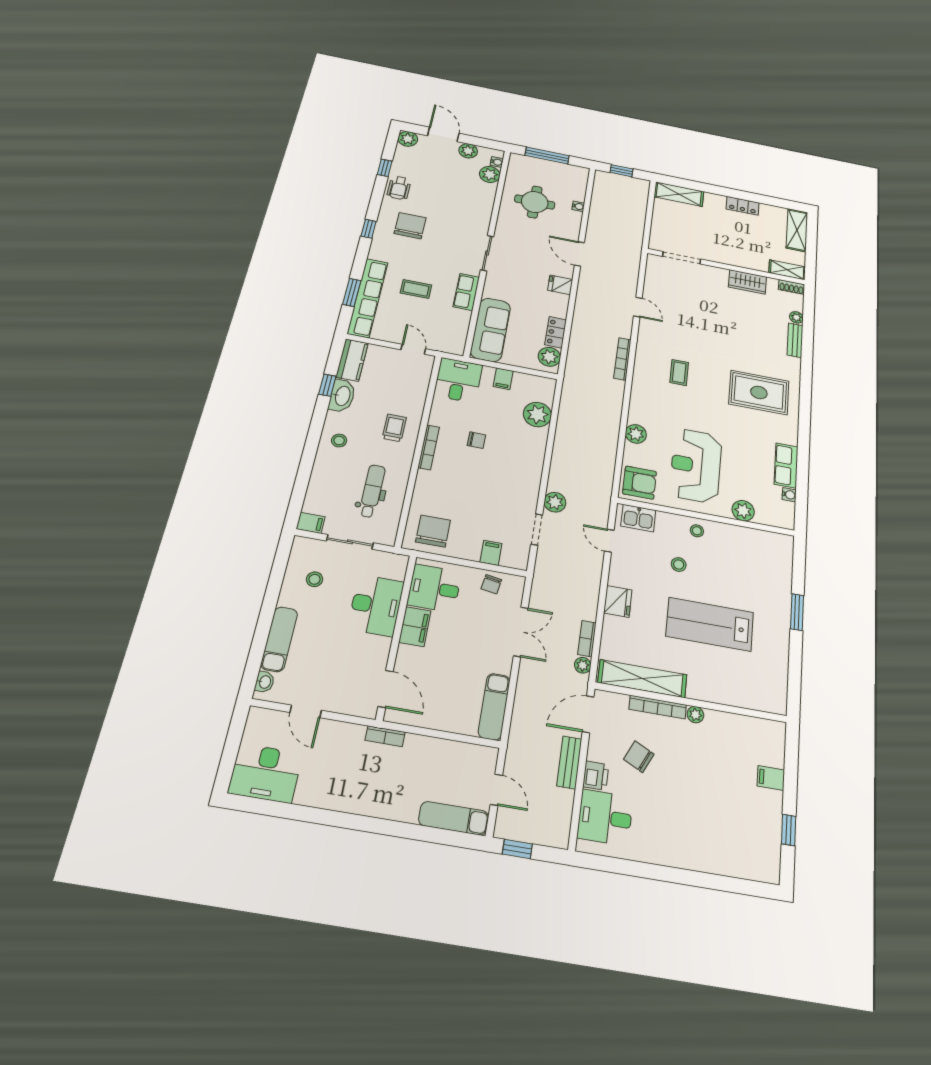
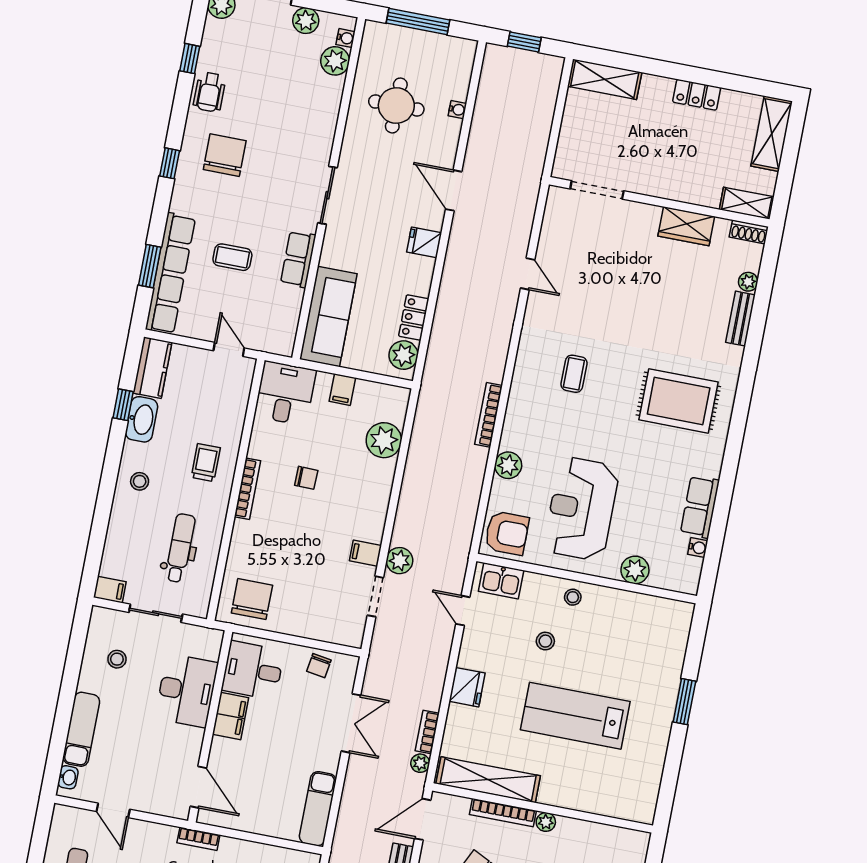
bookcase: (622, 359) -> (489, 415), moved
filing cabinet: (491, 553) -> (365, 553), moved, turned -90

